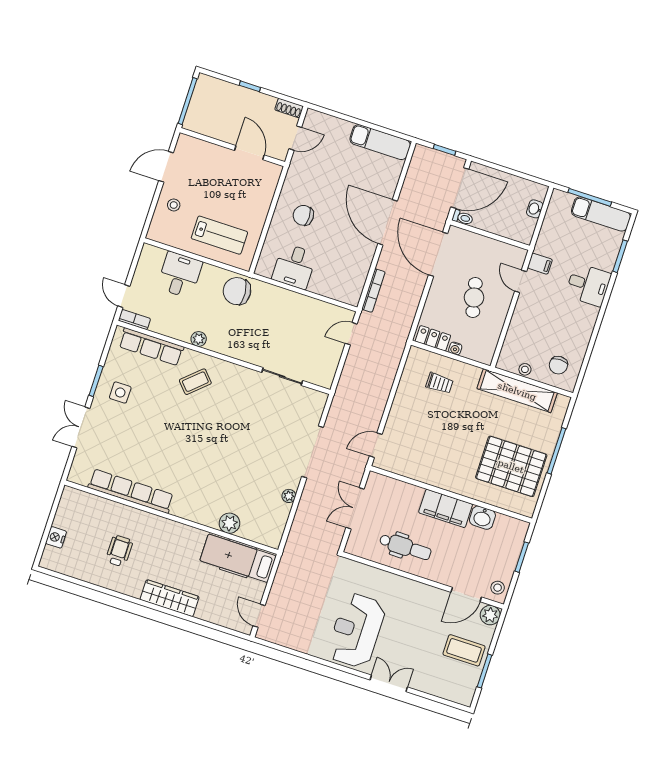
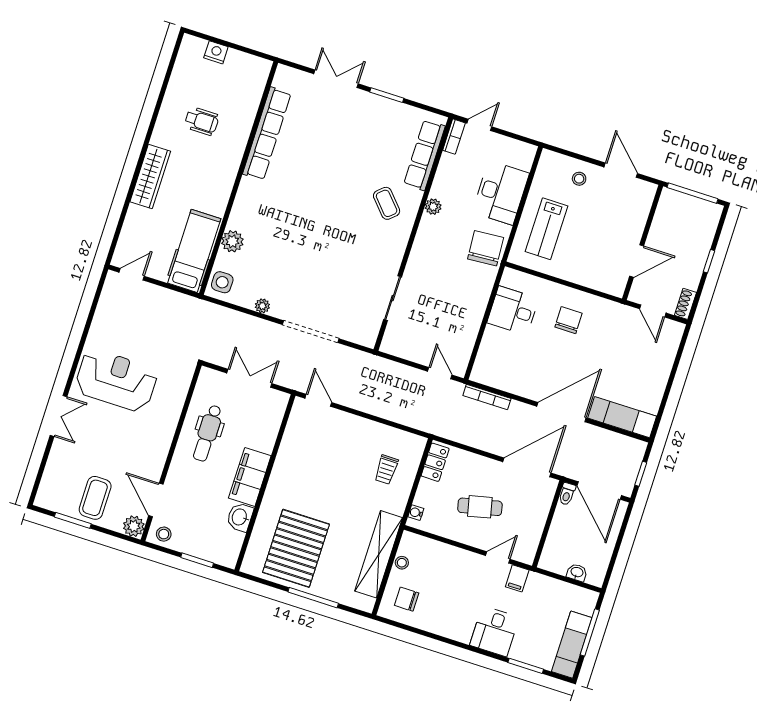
exam couch: (380, 142) -> (622, 417), moved, turned 90
desk: (180, 275) -> (501, 193), width x1.37
water cooler: (455, 348) -> (416, 513), moved
side table: (120, 393) -> (222, 282), moved

